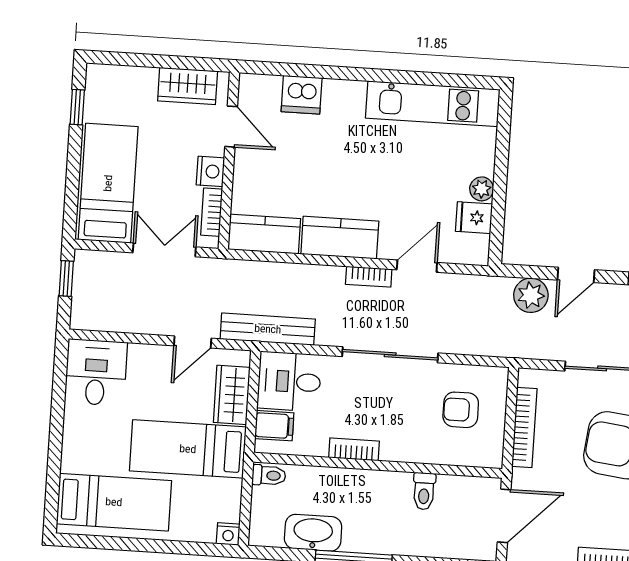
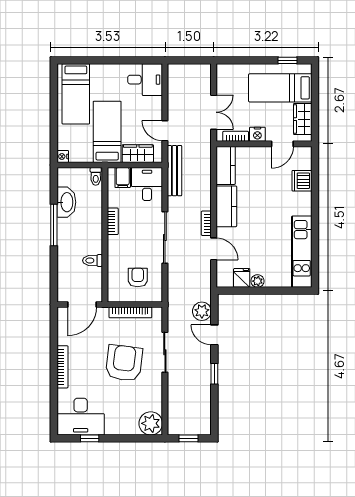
bed: (108, 183) -> (280, 88), moved, turned 180
window: (66, 278) -> (195, 60), removed
door: (504, 516) -> (82, 305), hinge flipped

